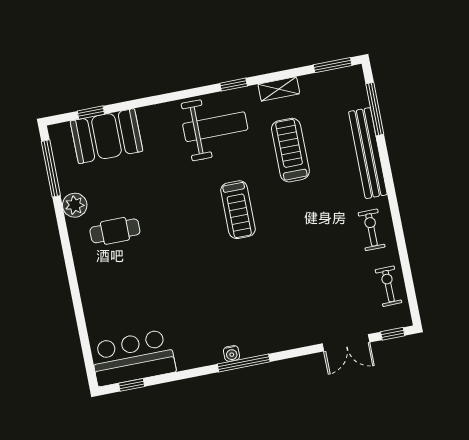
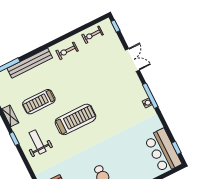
weight bench: (215, 127) -> (38, 142), width x0.73, depth x0.75
treadmill: (238, 210) -> (75, 119), width x1.37, depth x1.38
double door: (346, 343) -> (132, 60), moved

